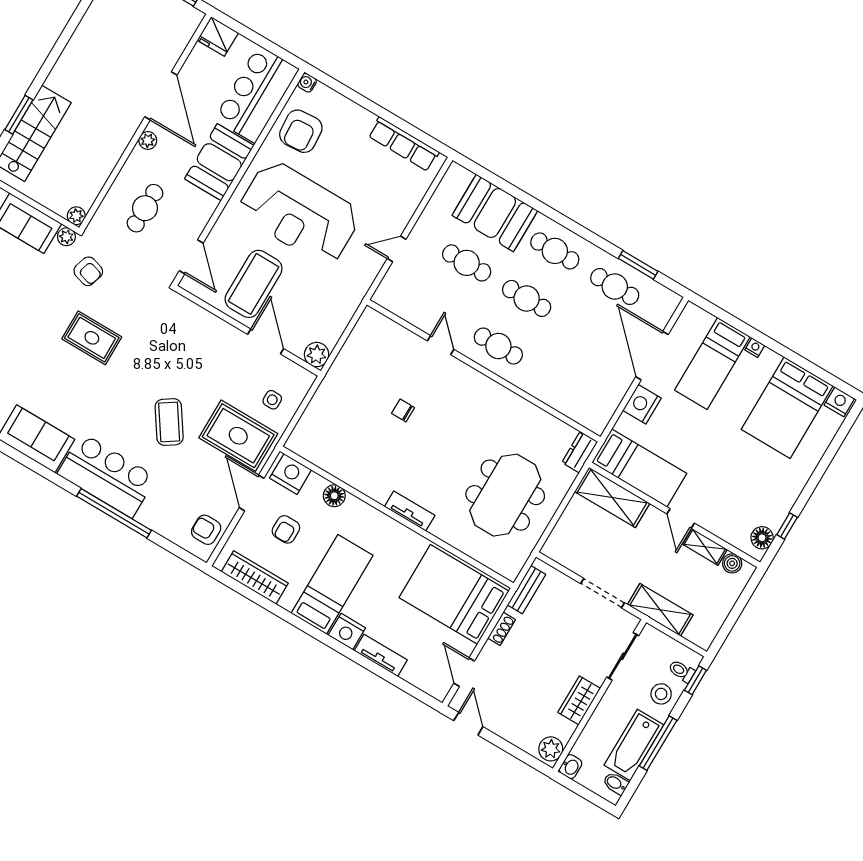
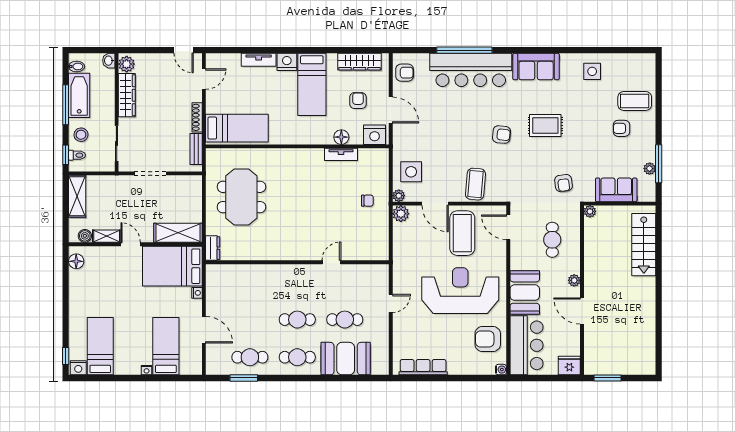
door: (161, 96) -> (582, 311), width x0.73
window: (19, 115) -> (659, 251), removed
armchair: (301, 131) -> (488, 339), turned -86
plant: (66, 237) -> (399, 196), moved
armchair: (88, 271) -> (564, 183), turned -115
rug: (92, 338) -> (545, 125), moved
door: (441, 345) -> (331, 262), swing flipped
cafe table: (498, 346) -> (297, 282), removed
door: (652, 356) -> (204, 330), width x0.73
armchair: (130, 379) -> (501, 135), added
side table: (272, 400) -> (411, 172), width x1.87, depth x1.87
nightstand: (642, 404) -> (197, 293), width x0.53, depth x0.56
bed: (787, 408) -> (100, 346), width x0.67
chair: (403, 410) -> (367, 201), moved
coffee table: (169, 422) -> (475, 184), moved, turned 39
rug: (238, 436) -> (418, 139), removed
bed: (639, 468) -> (172, 266), width x1.50
bar counter: (107, 475) -> (471, 70), width x1.36
tv unit: (410, 511) -> (341, 154), moved
window: (787, 526) -> (66, 356), moved
bed: (454, 594) -> (237, 128), width x0.67
shelving: (660, 610) -> (77, 196), moved, turned 90
shoe rack: (502, 629) -> (197, 117), width x1.43
door: (464, 672) -> (204, 79), hinge flipped
wardrobe: (579, 700) -> (127, 95), width x1.50

